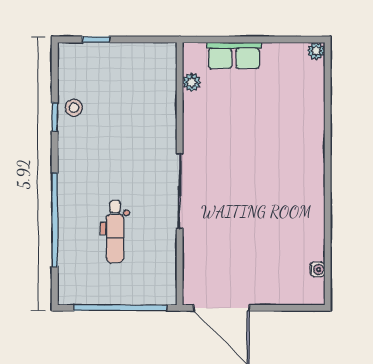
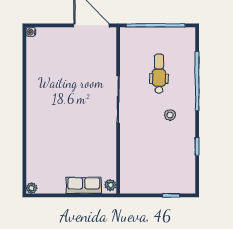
plant: (192, 82) -> (110, 185), moved
stool: (74, 108) -> (170, 115), moved
water cooler: (317, 269) -> (31, 32), moved

